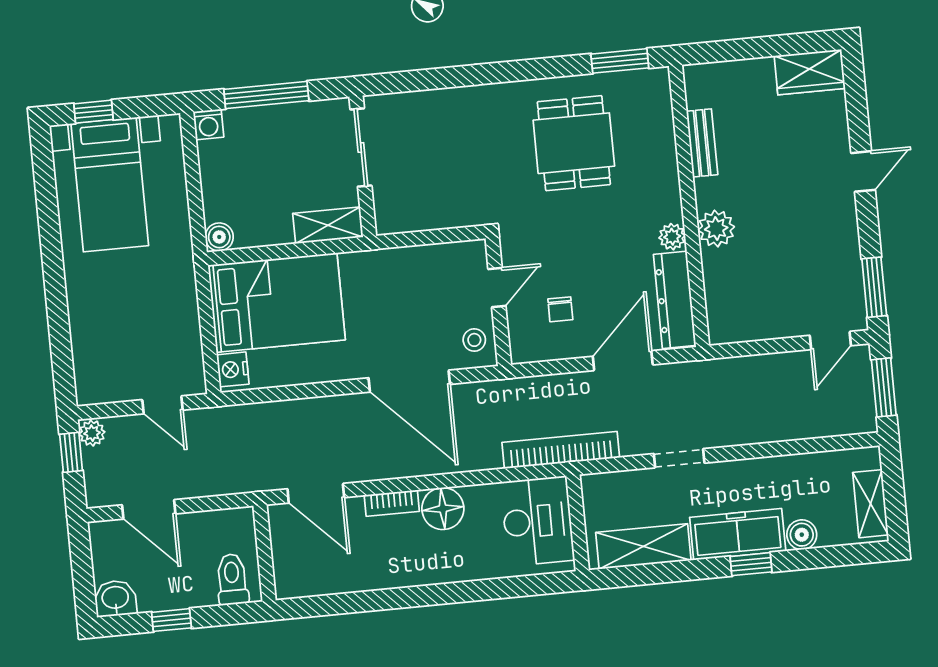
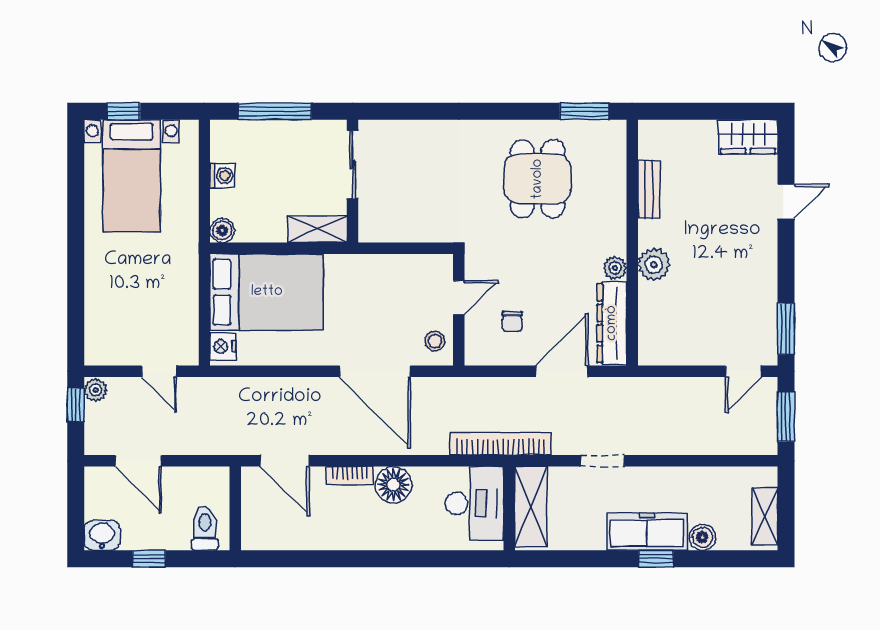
washing machine: (208, 124) -> (222, 176), moved, turned -90
door: (863, 171) -> (786, 201), moved
shelving: (643, 546) -> (531, 507), moved, turned 90

